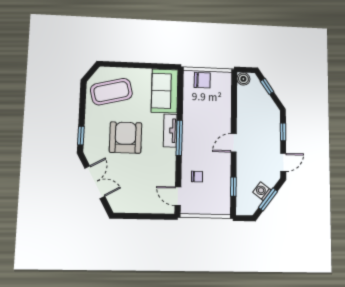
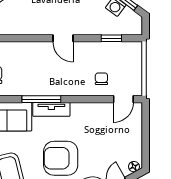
window: (179, 138) -> (41, 99), moved
floor lamp: (115, 205) -> (134, 167), added

